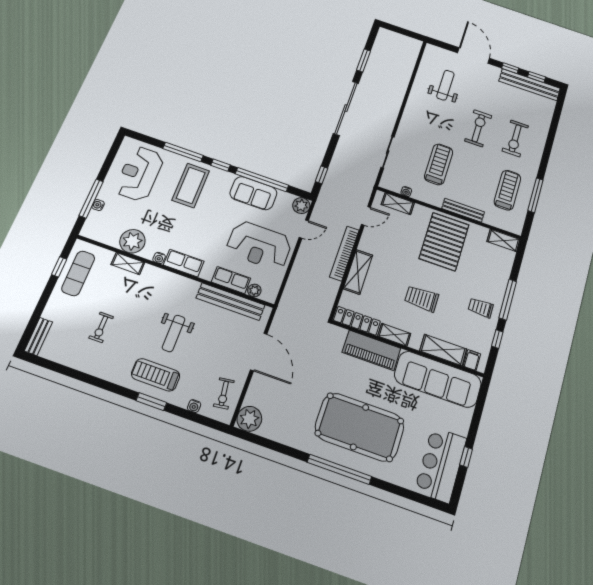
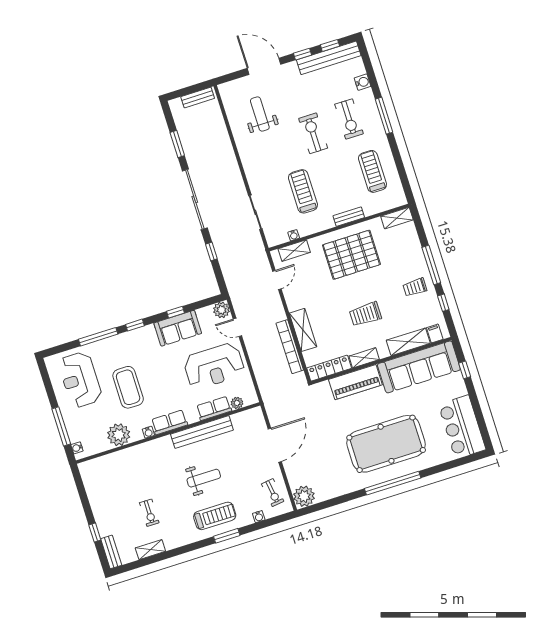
bench: (405, 41) -> (198, 98), added
water cooler: (545, 120) -> (363, 82), added
window: (322, 175) -> (211, 252), moved
window: (262, 180) -> (176, 312), width x0.32
coffee table: (191, 185) -> (128, 387), moved
window: (535, 195) -> (384, 116), moved
water cooler: (98, 205) -> (77, 448), moved
bench: (463, 210) -> (349, 217), width x0.73
door: (304, 229) -> (237, 327), swing flipped
pallet: (444, 242) -> (351, 255), turned 90
bookcase: (344, 253) -> (290, 347), moved
shelving: (128, 264) -> (150, 550), moved
window: (59, 267) -> (95, 533), moved
exercise mat: (78, 273) -> (100, 488), removed
bench: (231, 302) -> (202, 432), moved
weight bench: (174, 333) -> (204, 478), turned -90
door: (259, 352) -> (275, 445), hinge flipped
treadmill: (156, 375) -> (215, 516), turned 180
window: (466, 457) -> (465, 370), moved

